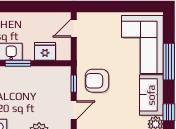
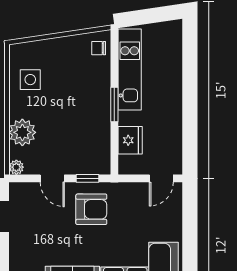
door: (74, 28) -> (161, 178), swing flipped
armchair: (97, 81) -> (91, 209), turned 90

